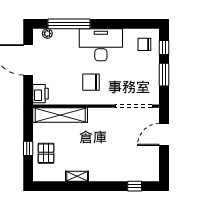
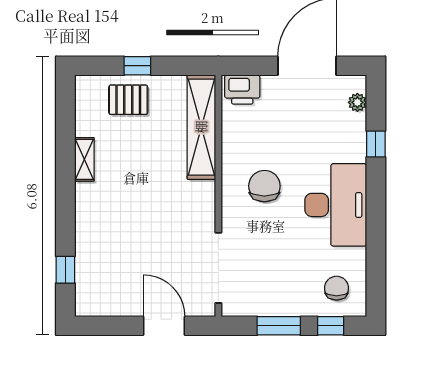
window: (69, 24) -> (376, 144), width x0.32

